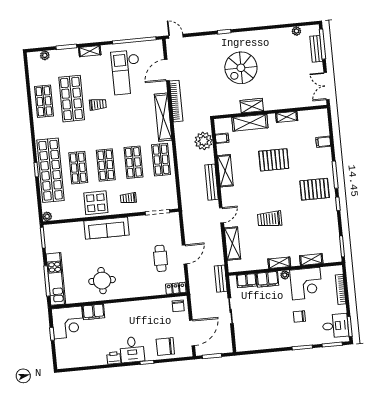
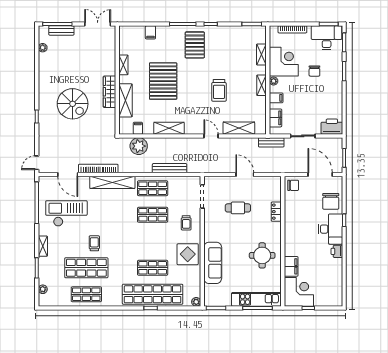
checkout: (126, 72) -> (66, 213), turned 180
double door: (327, 86) -> (98, 24), swing flipped
wardrobe: (252, 106) -> (110, 92), width x1.50
pallet: (274, 160) -> (163, 81), width x1.37, depth x1.41
shop shelf: (106, 165) -> (153, 241), removed
bench: (211, 182) -> (170, 168), moved
sofa: (106, 228) -> (213, 263), moved
cafe table: (161, 258) -> (238, 208), moved
filing cabinet: (268, 279) -> (276, 98), width x0.50
locker: (176, 288) -> (276, 212), moved
desk: (335, 326) -> (327, 38), width x1.37
printer: (243, 340) -> (332, 127), added
desk: (132, 350) -> (331, 229), width x1.37

